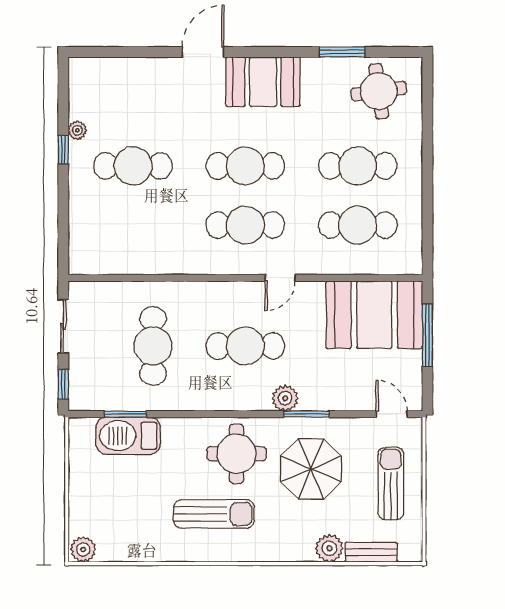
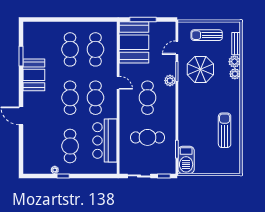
booth: (263, 82) -> (34, 75), moved
round table: (379, 91) -> (38, 40), removed
bar counter: (146, 247) -> (105, 140), added
door: (392, 414) -> (177, 48), moved
barbecue: (128, 436) -> (186, 160), moved
round table: (237, 454) -> (194, 101), removed
sun lounger: (214, 514) -> (225, 130), moved
plant: (83, 549) -> (235, 74), moved

